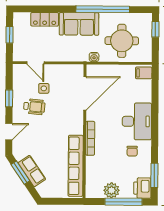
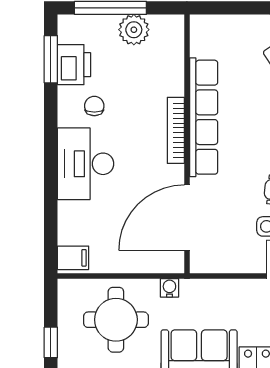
row of seats: (76, 166) -> (204, 117), moved
printer: (142, 188) -> (74, 65), moved

